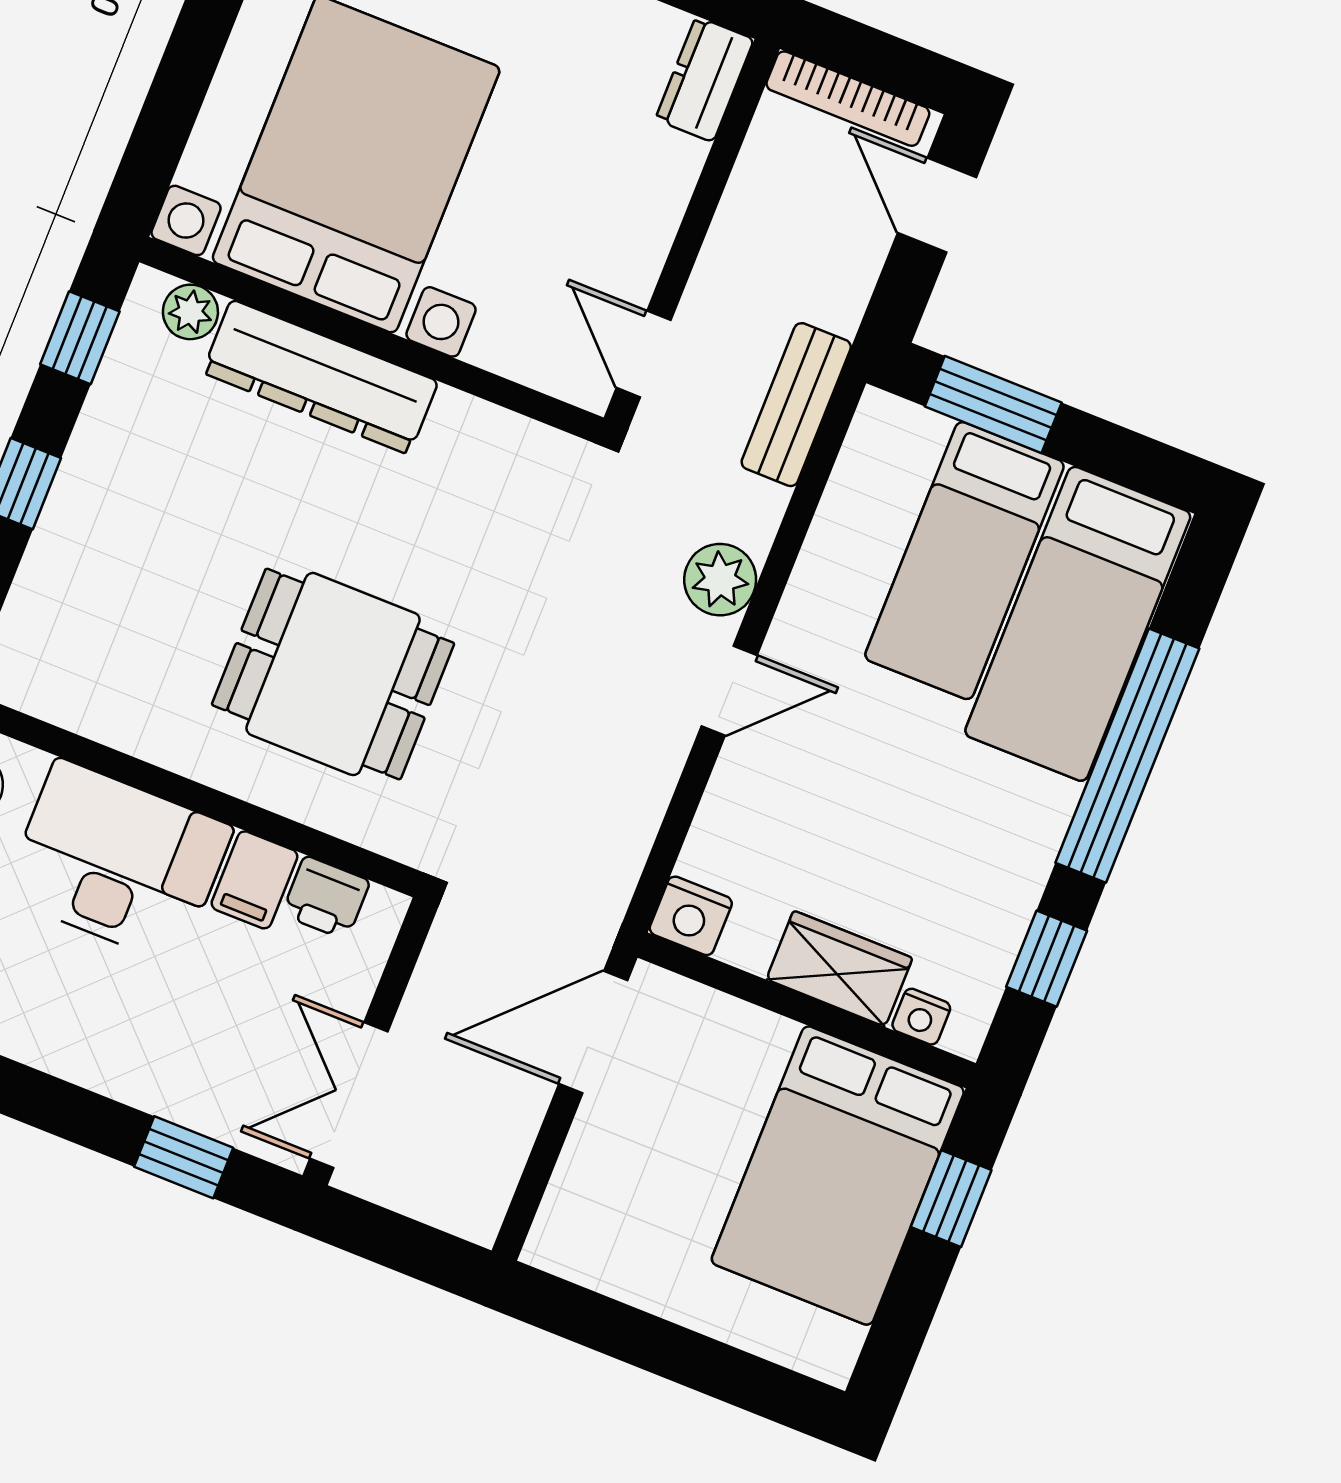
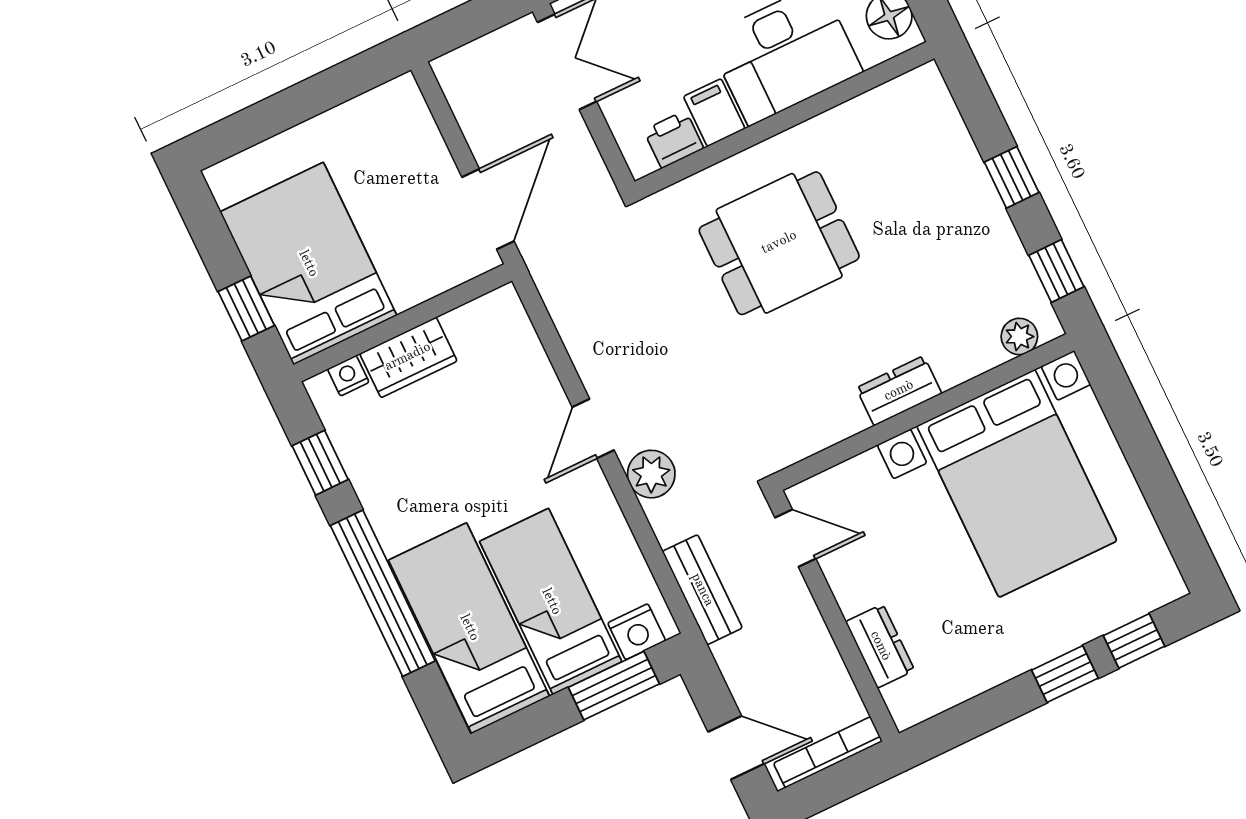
dresser: (705, 79) -> (880, 646), moved
dresser: (320, 377) -> (899, 391), width x0.51, depth x0.80
nightstand: (691, 916) -> (637, 632), moved, turned 180

